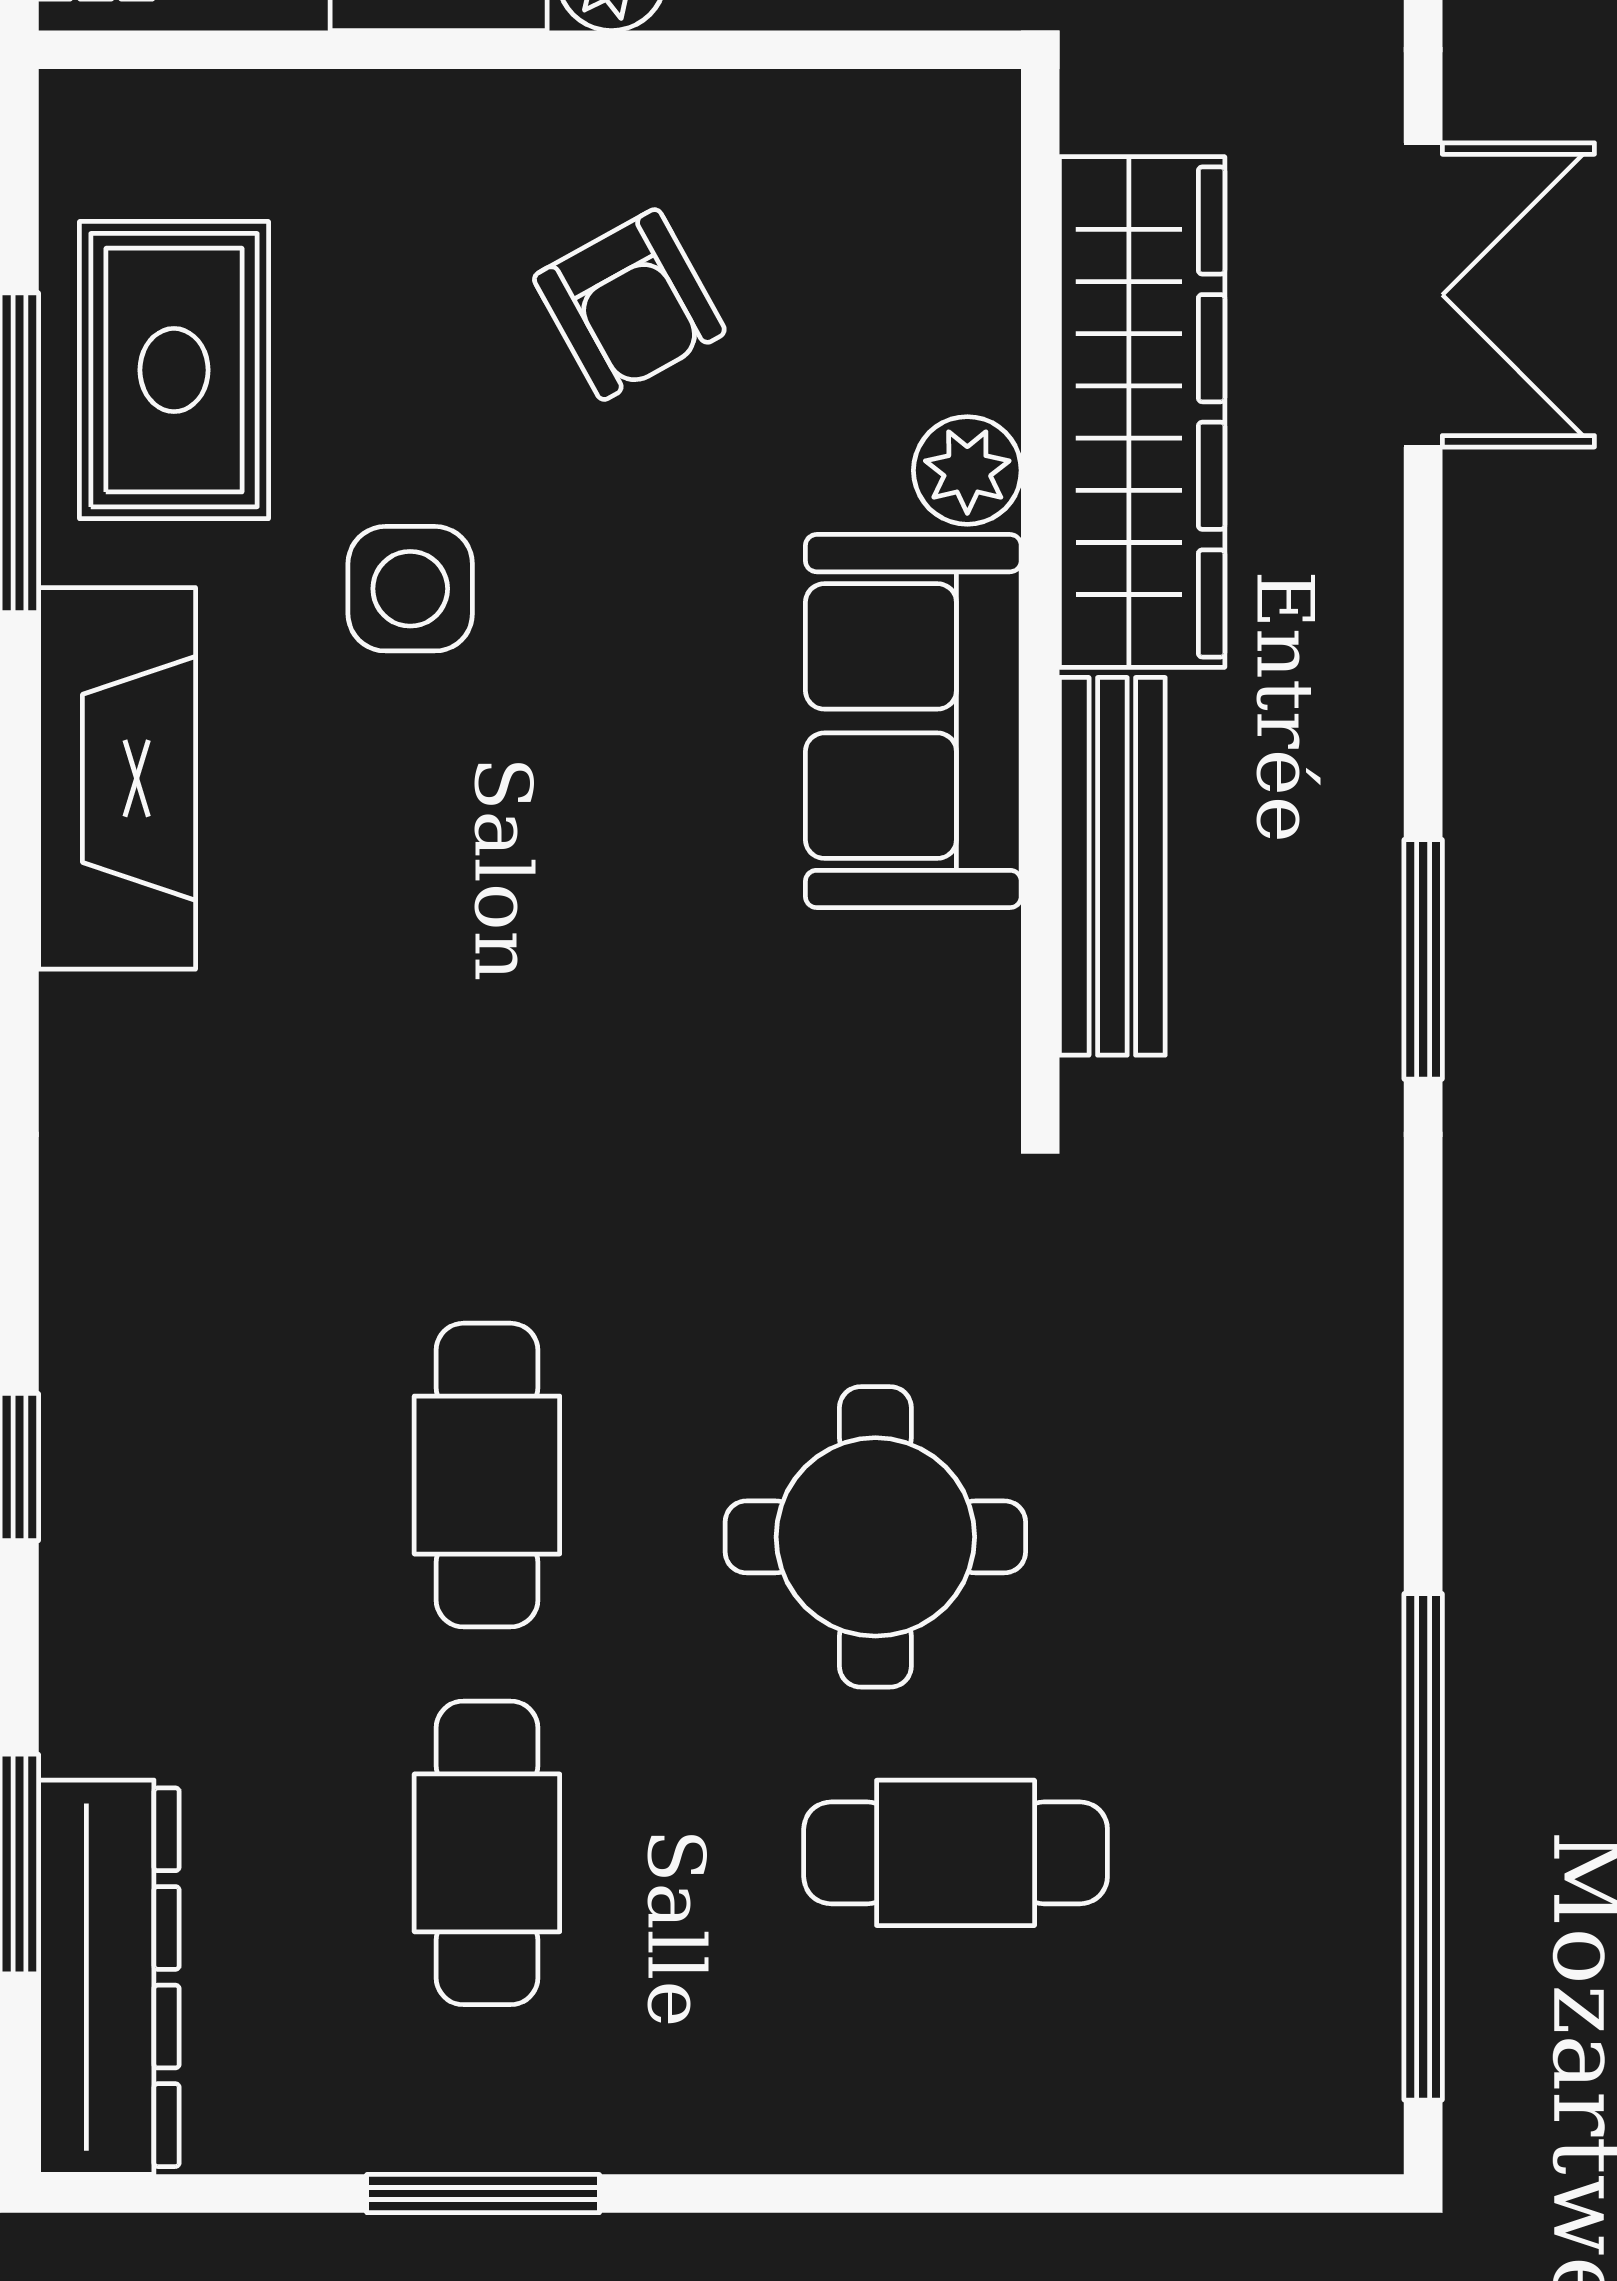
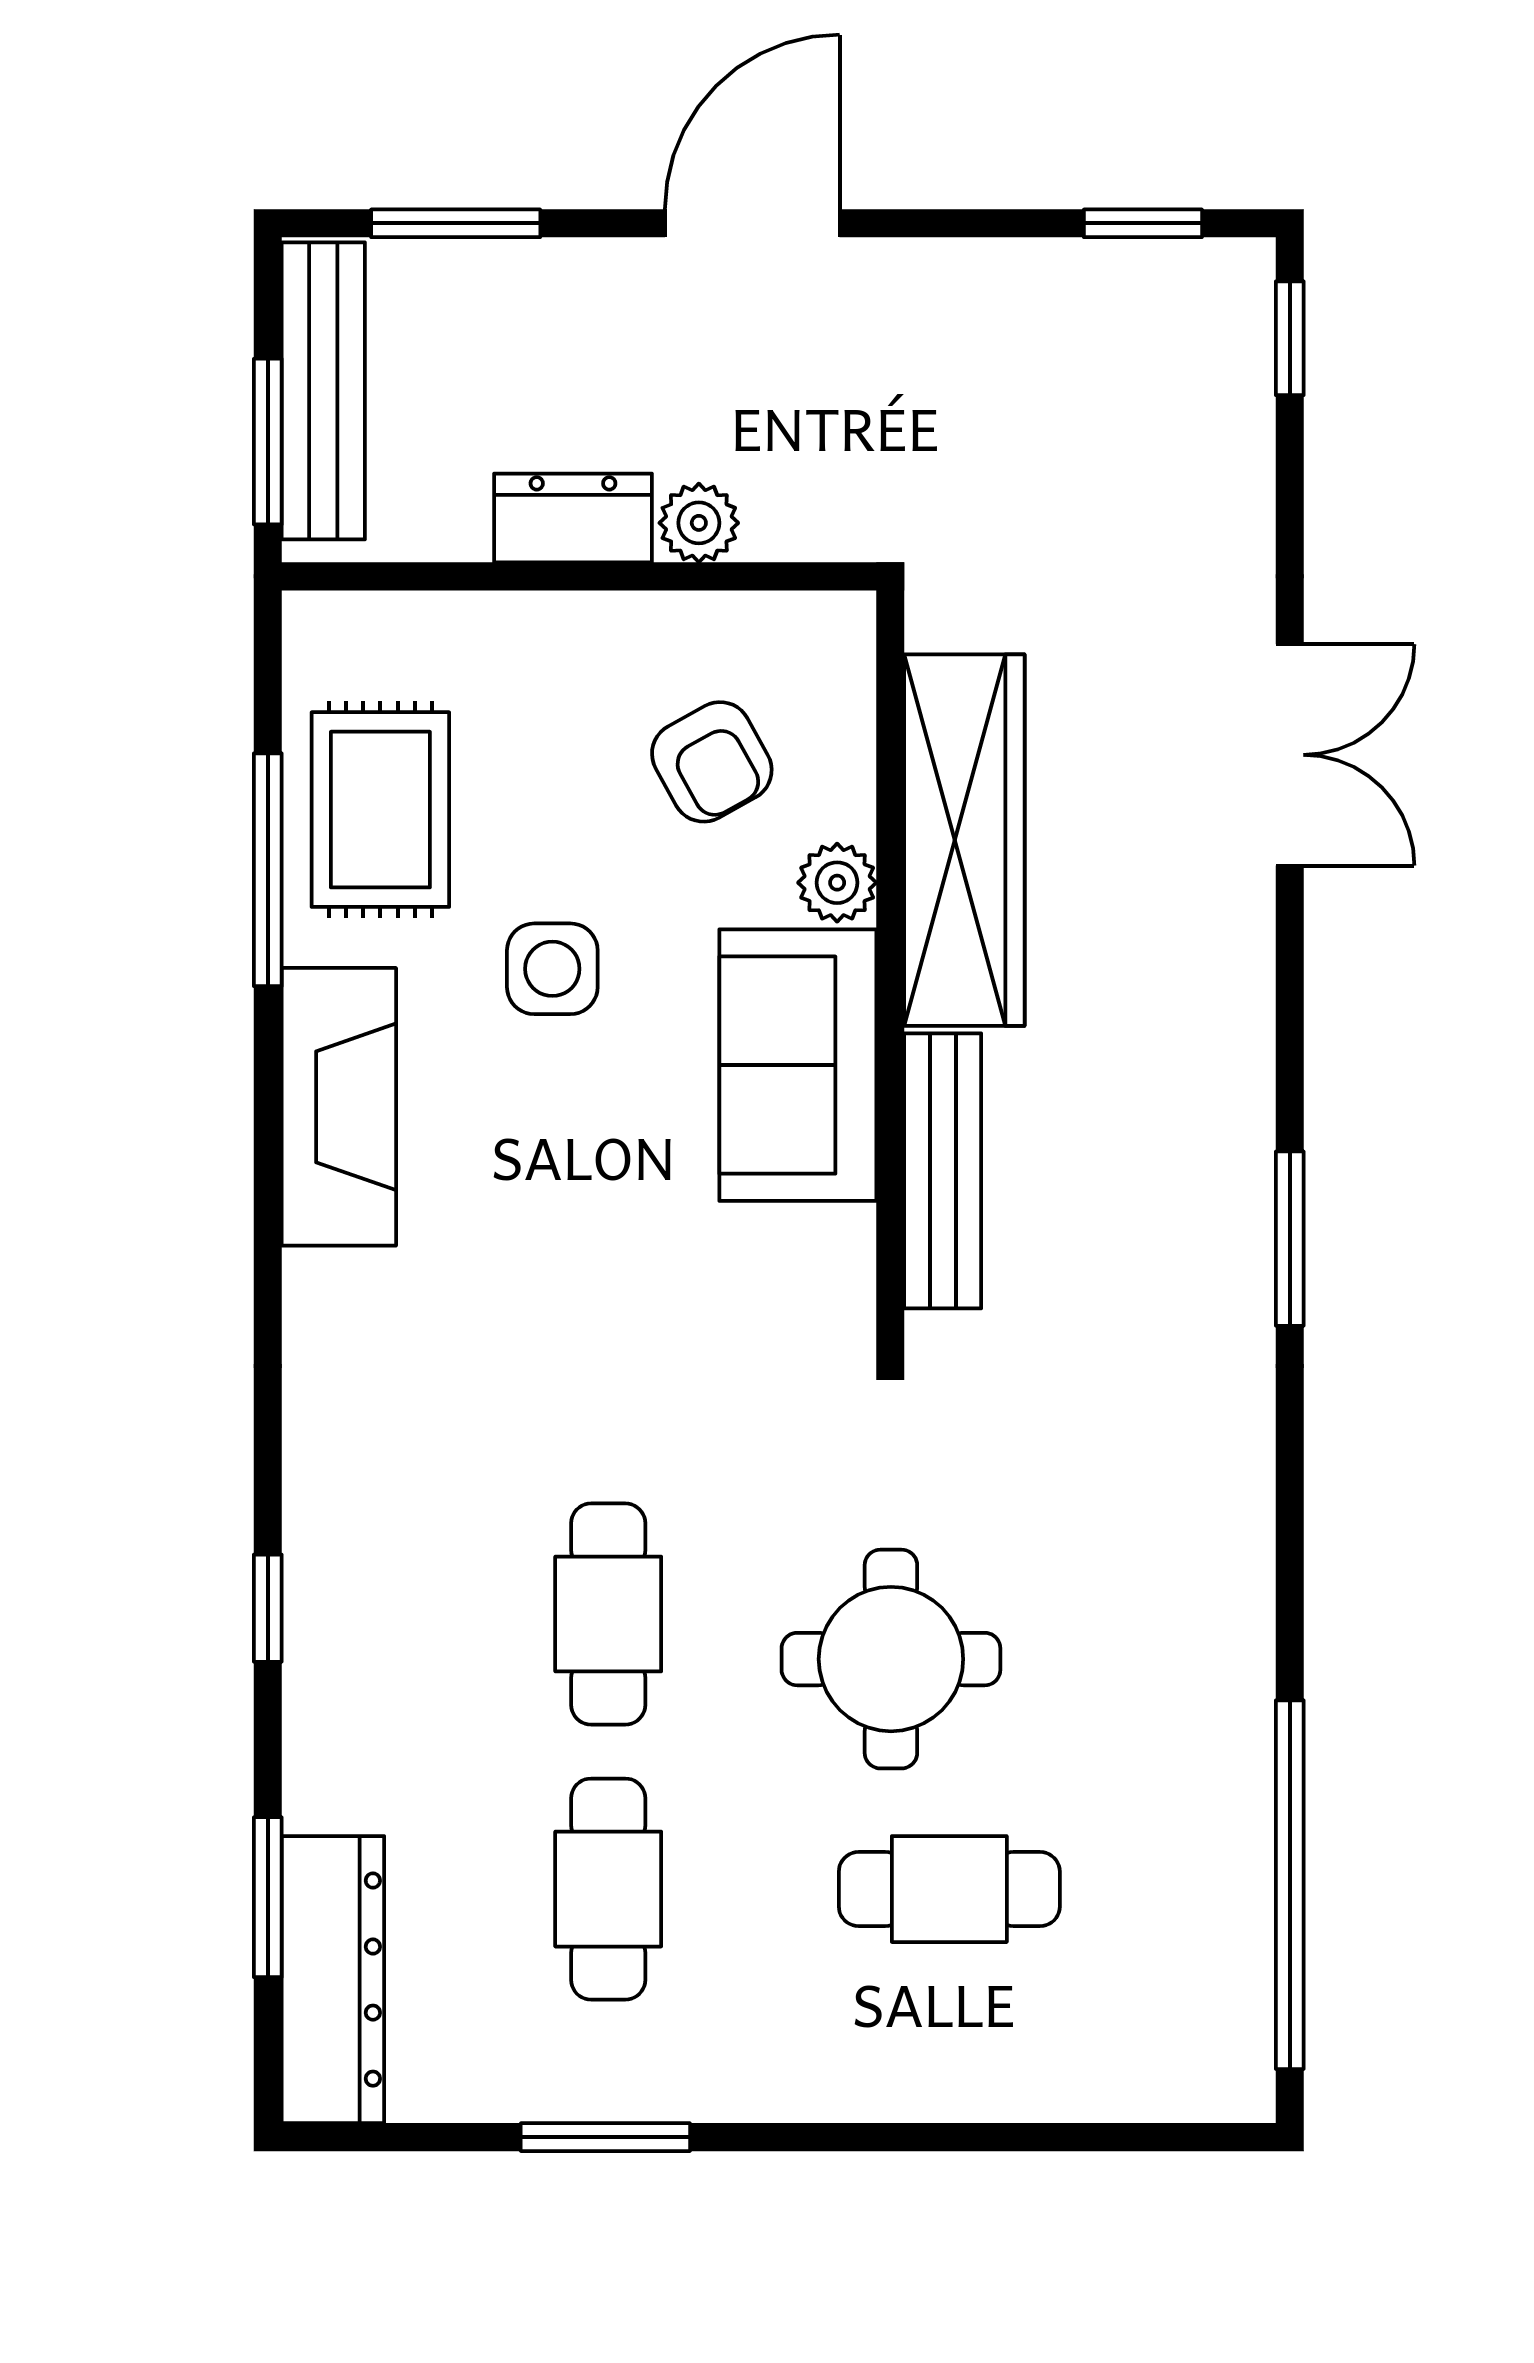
wardrobe: (1142, 412) -> (964, 840), moved
plant: (967, 470) -> (837, 883), moved
wall: (1040, 592) -> (890, 971), moved
sofa: (913, 721) -> (798, 1065), moved
bench: (1112, 866) -> (943, 1171), moved

